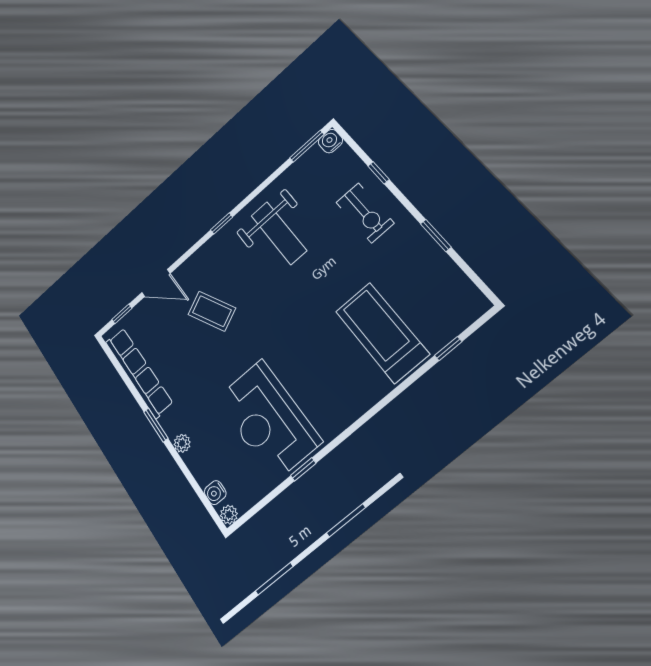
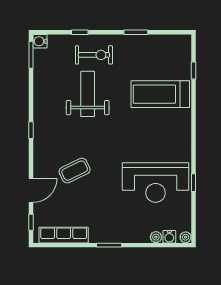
weight bench: (279, 233) -> (88, 94), moved, turned -90
row of seats: (139, 372) -> (64, 235), width x0.73
plant: (182, 443) -> (156, 237), moved

